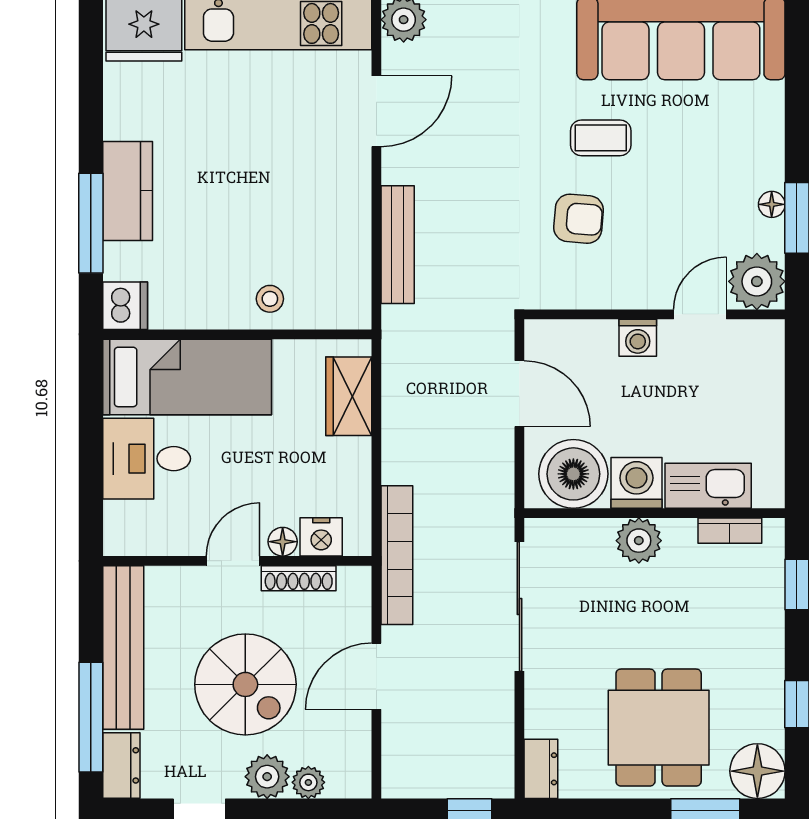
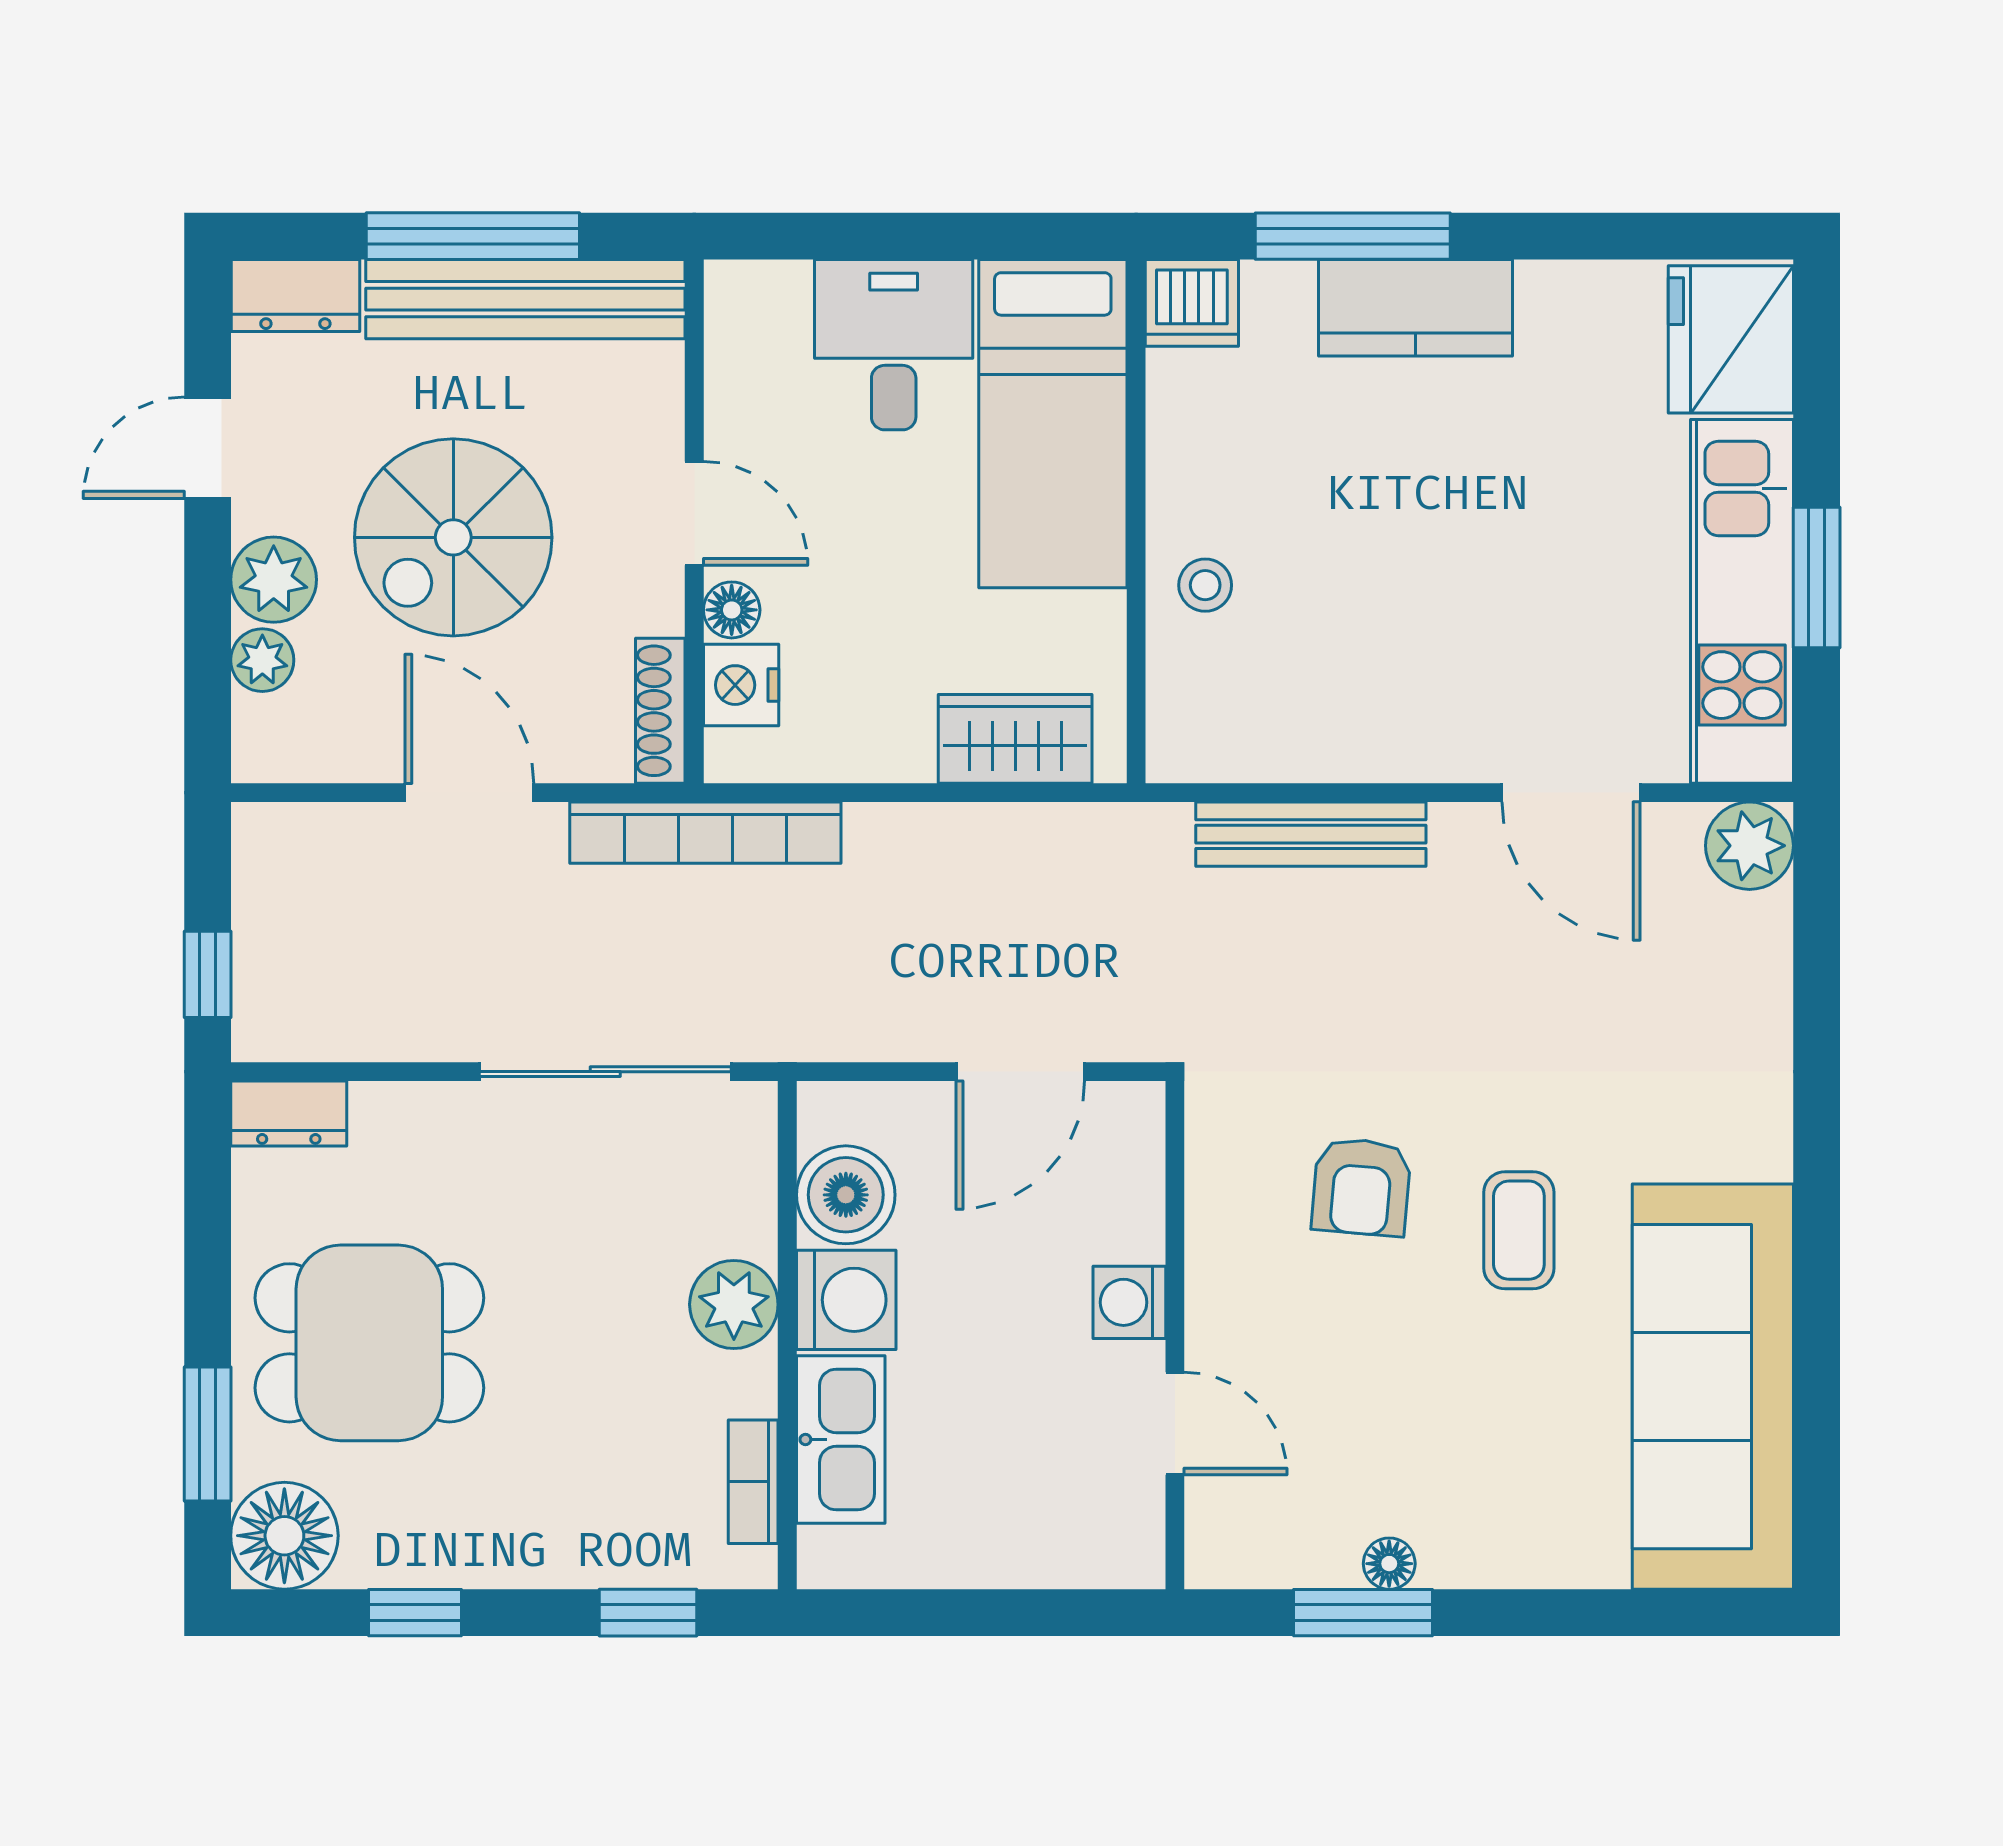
plant: (757, 281) -> (1239, 1534), removed
boiler: (573, 474) -> (846, 1195), width x0.73, depth x0.73
shoe rack: (299, 578) -> (660, 711), moved
window: (91, 717) -> (473, 236), moved

